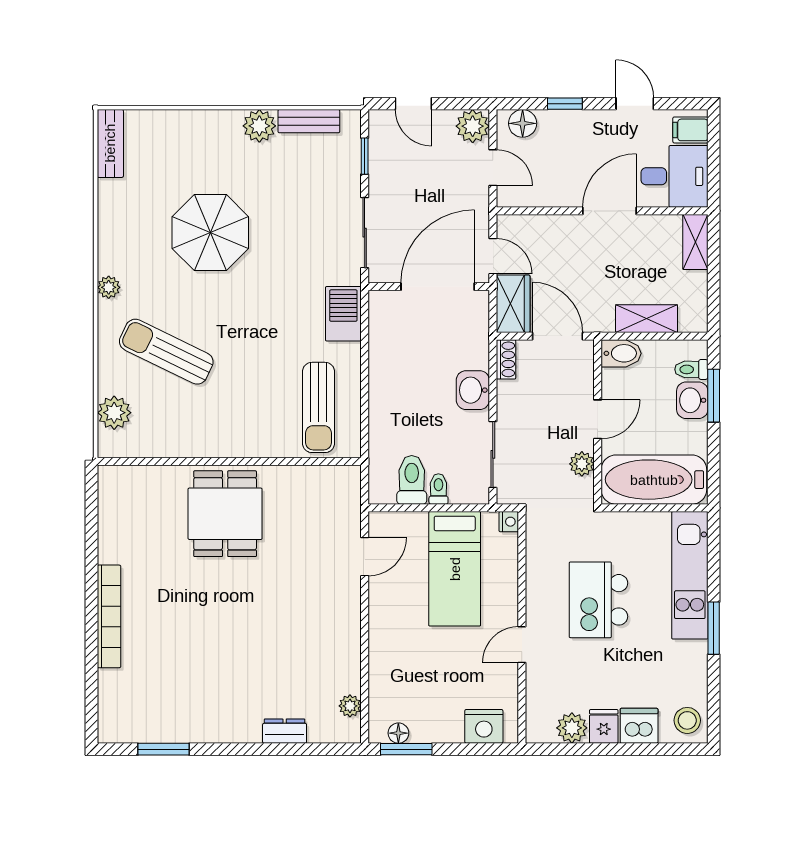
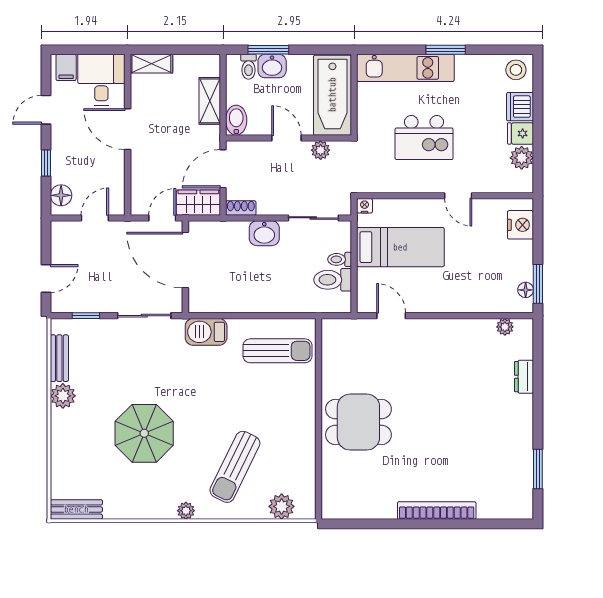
plant: (473, 126) -> (63, 233), removed

